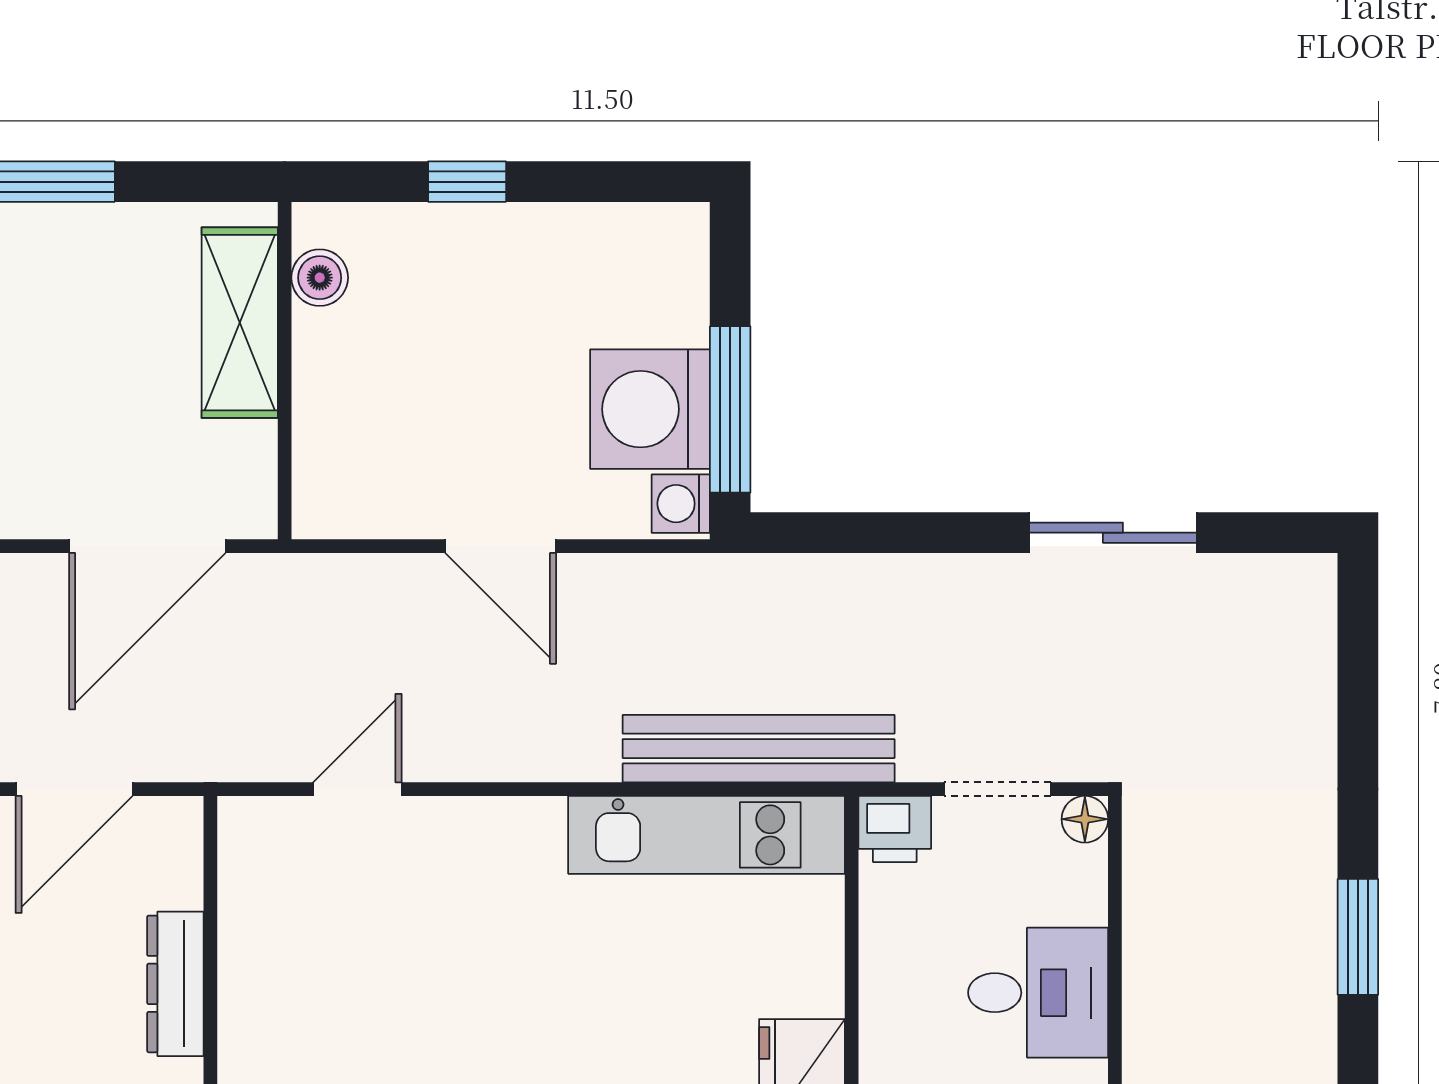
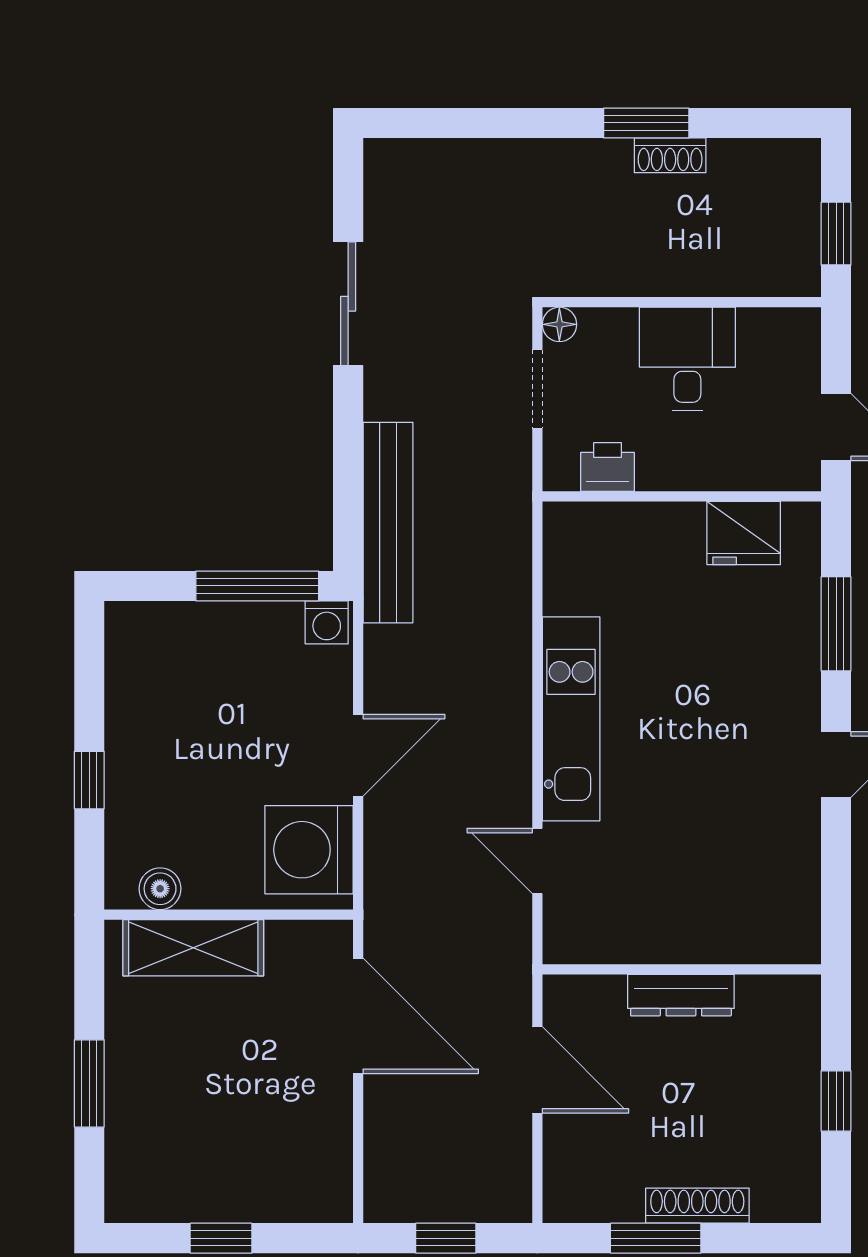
washing machine: (650, 409) -> (309, 850), moved, turned 90
bench: (759, 749) -> (388, 523), moved
printer: (895, 829) -> (607, 467), moved, turned -90
kitchen unit: (707, 835) -> (571, 719), moved
shoe rack: (1314, 969) -> (670, 155), added

